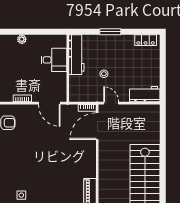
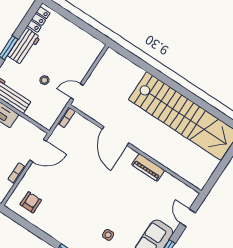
workbench: (145, 94) -> (24, 46), moved, turned 180
door: (97, 126) -> (115, 136), moved

